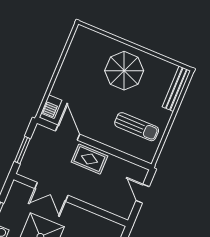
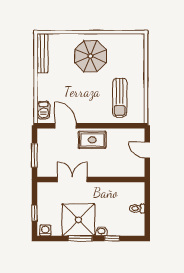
bench: (176, 89) -> (43, 53), moved
sun lounger: (137, 127) -> (120, 98), turned 90
double door: (51, 192) -> (72, 180), swing flipped

